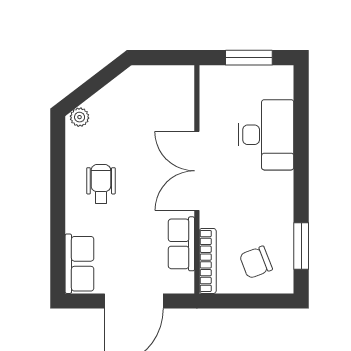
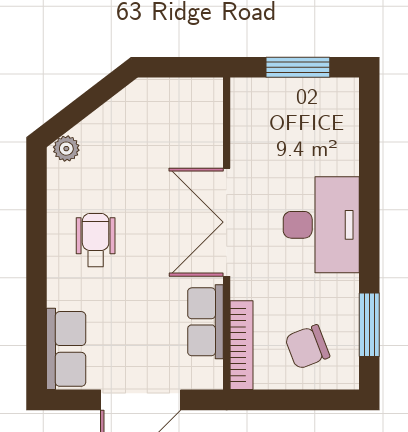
desk: (266, 135) -> (321, 225), moved

